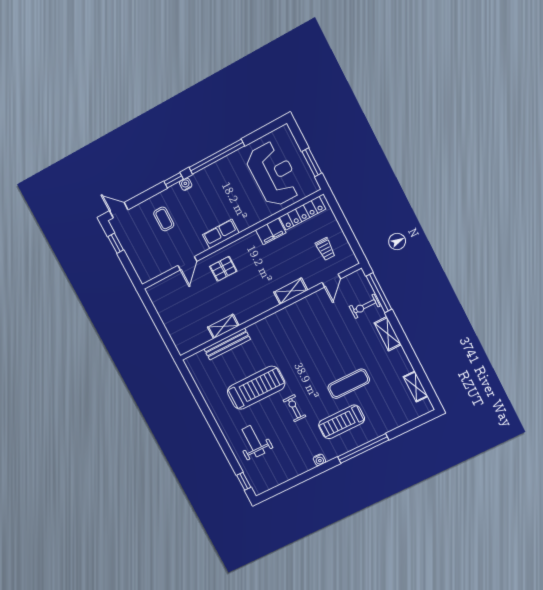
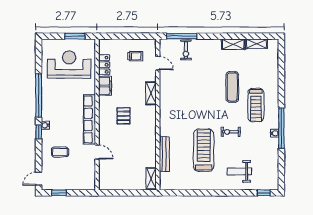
locker: (302, 213) -> (104, 65), width x0.66
row of seats: (221, 234) -> (89, 119), width x2.02
pallet: (223, 269) -> (124, 116), moved
shelving: (223, 326) -> (151, 178), moved
shelving: (388, 334) -> (233, 44), moved
window: (363, 448) -> (281, 128), moved

